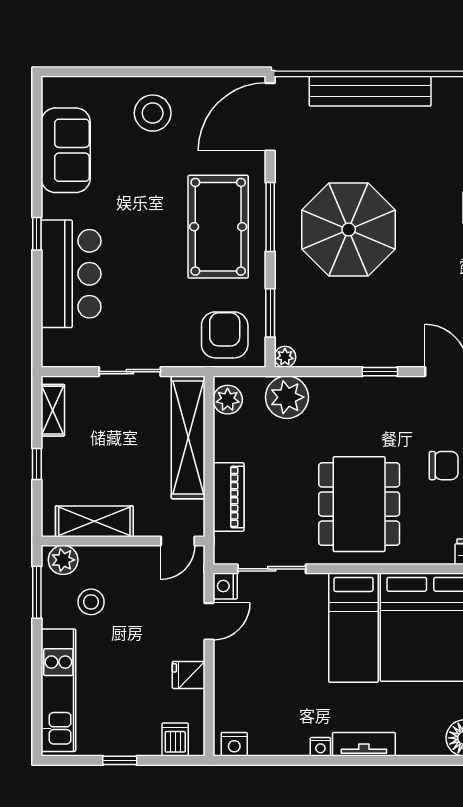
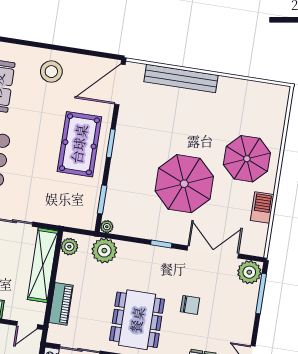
window: (270, 217) -> (111, 143), width x0.69
parasol: (349, 229) -> (184, 184), moved
armchair: (225, 335) -> (73, 208), removed

